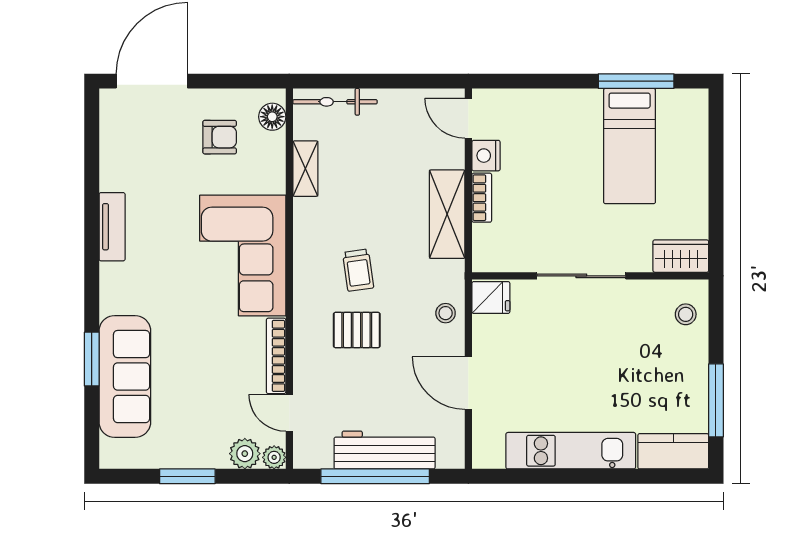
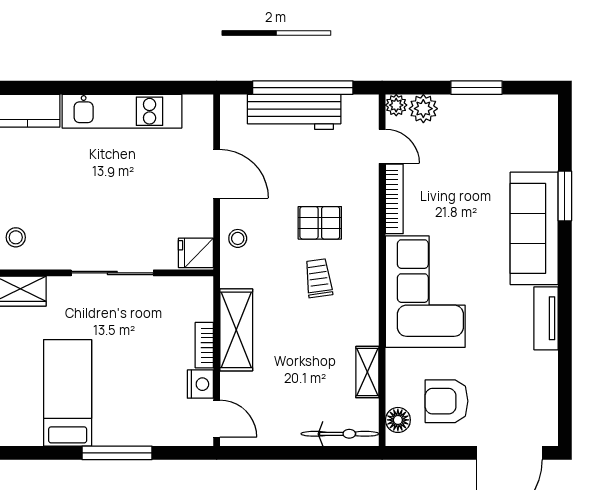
window: (636, 81) -> (117, 453), moved
armchair: (220, 137) -> (447, 401), width x1.38, depth x1.38
sofa: (125, 377) -> (534, 228), moved

